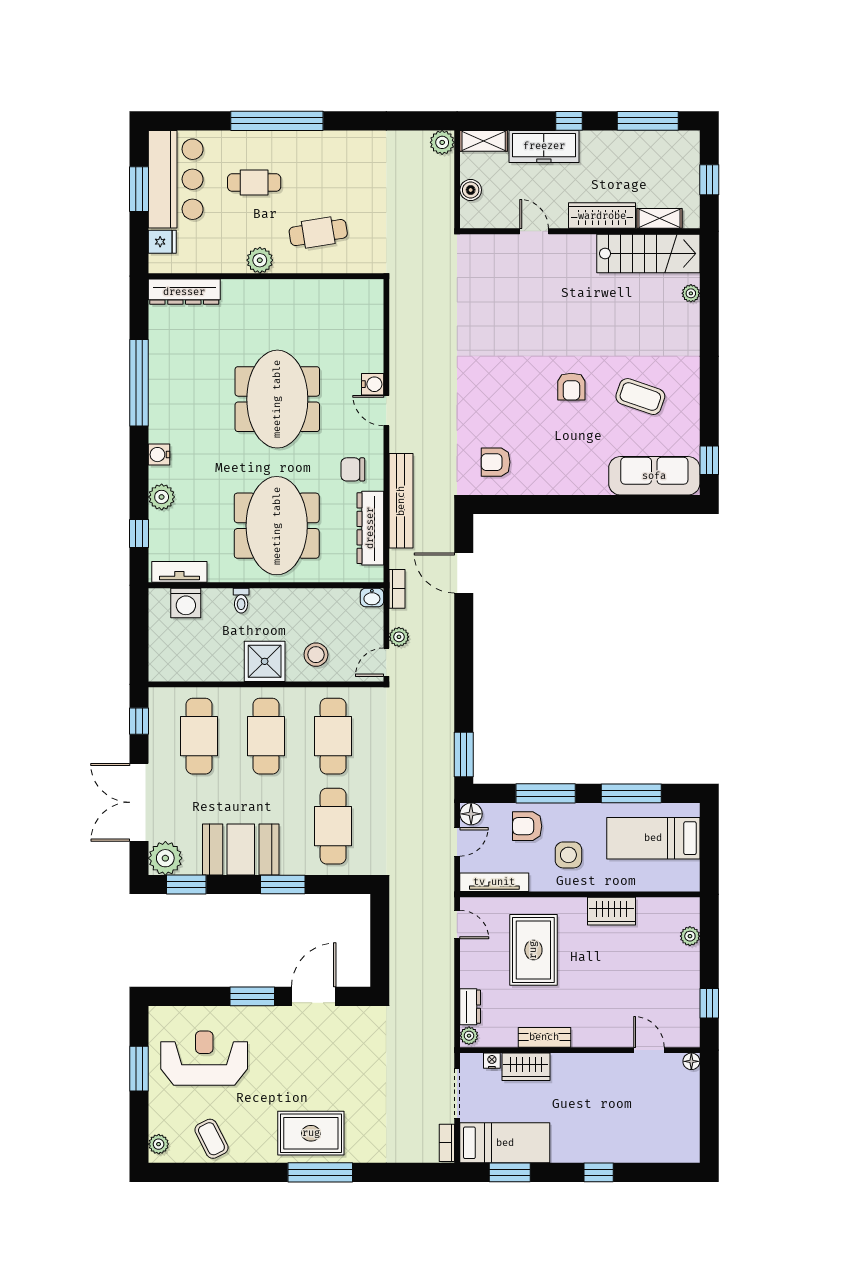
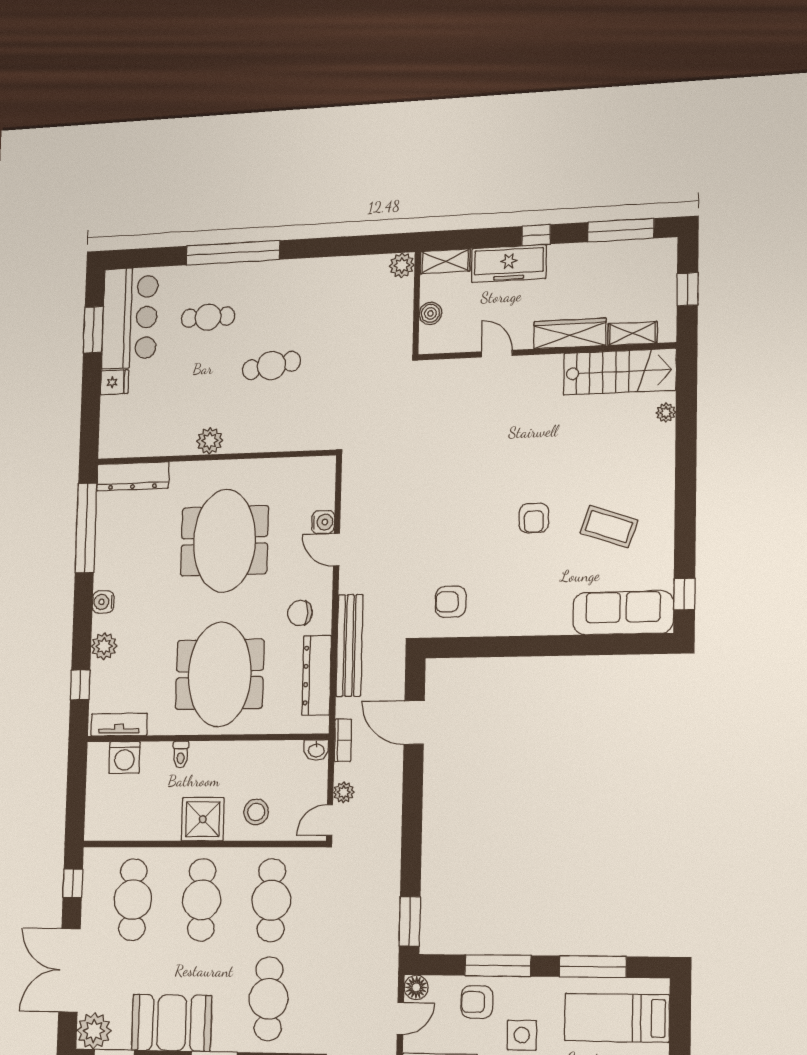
plant: (260, 260) -> (210, 441), moved
wall: (266, 276) -> (216, 457), moved
dresser: (184, 292) -> (133, 476), moved

